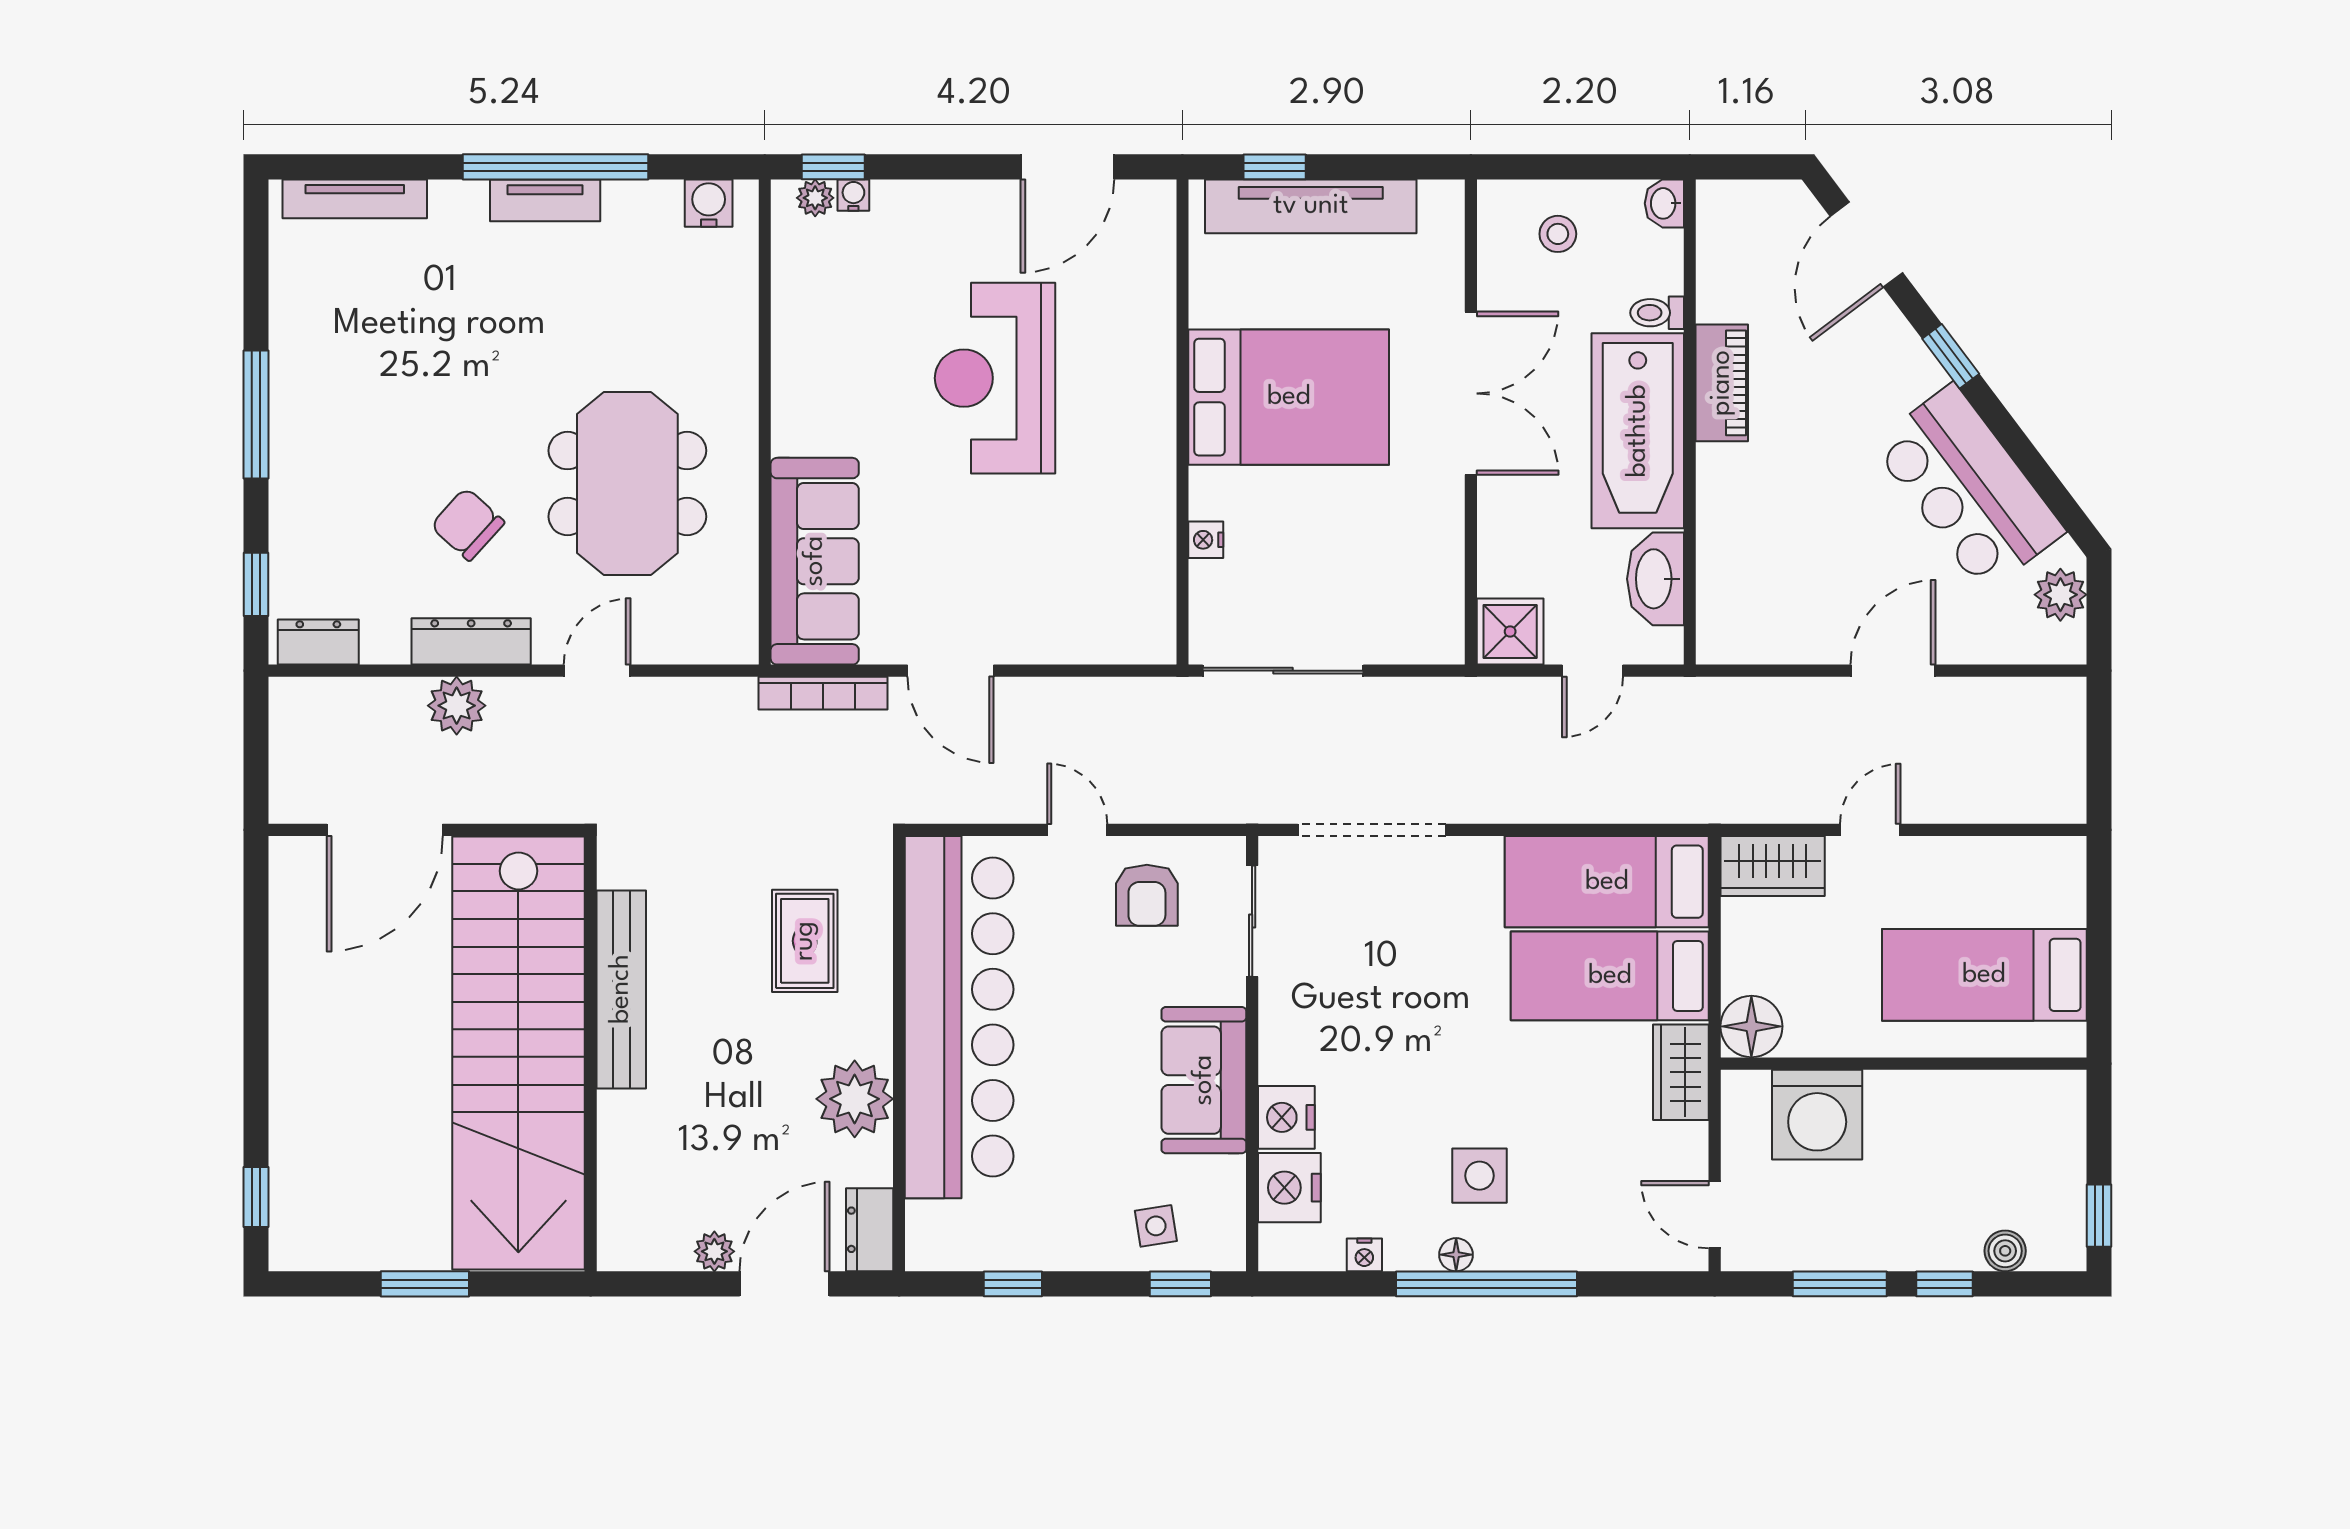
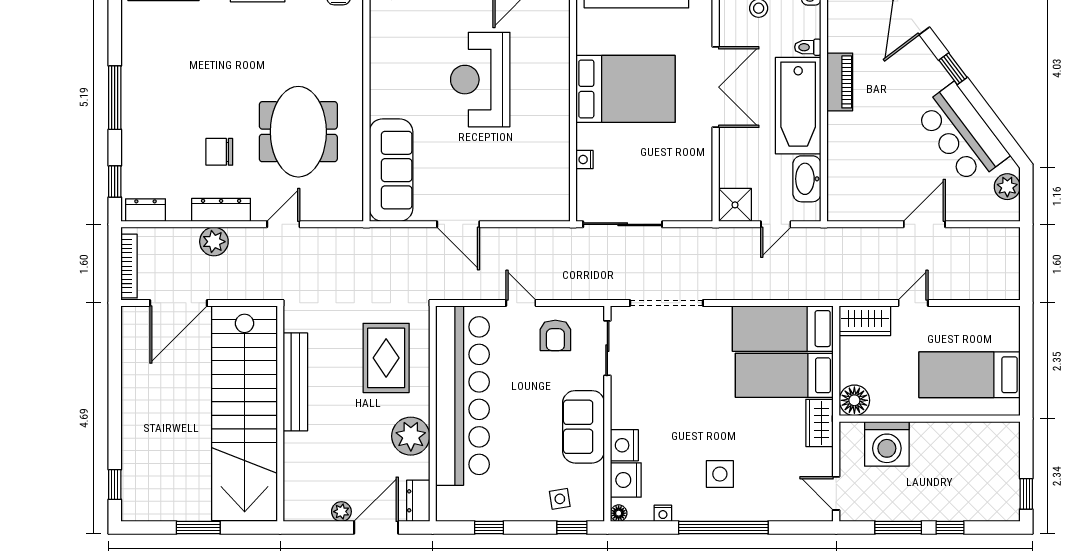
chair: (468, 524) -> (219, 152), turned -42
bookcase: (823, 693) -> (129, 266), moved, turned -90
rug: (805, 941) -> (386, 358), width x1.36, depth x1.43
boiler: (2005, 1251) -> (980, 511), removed
floor lamp: (1456, 1255) -> (619, 513), moved

